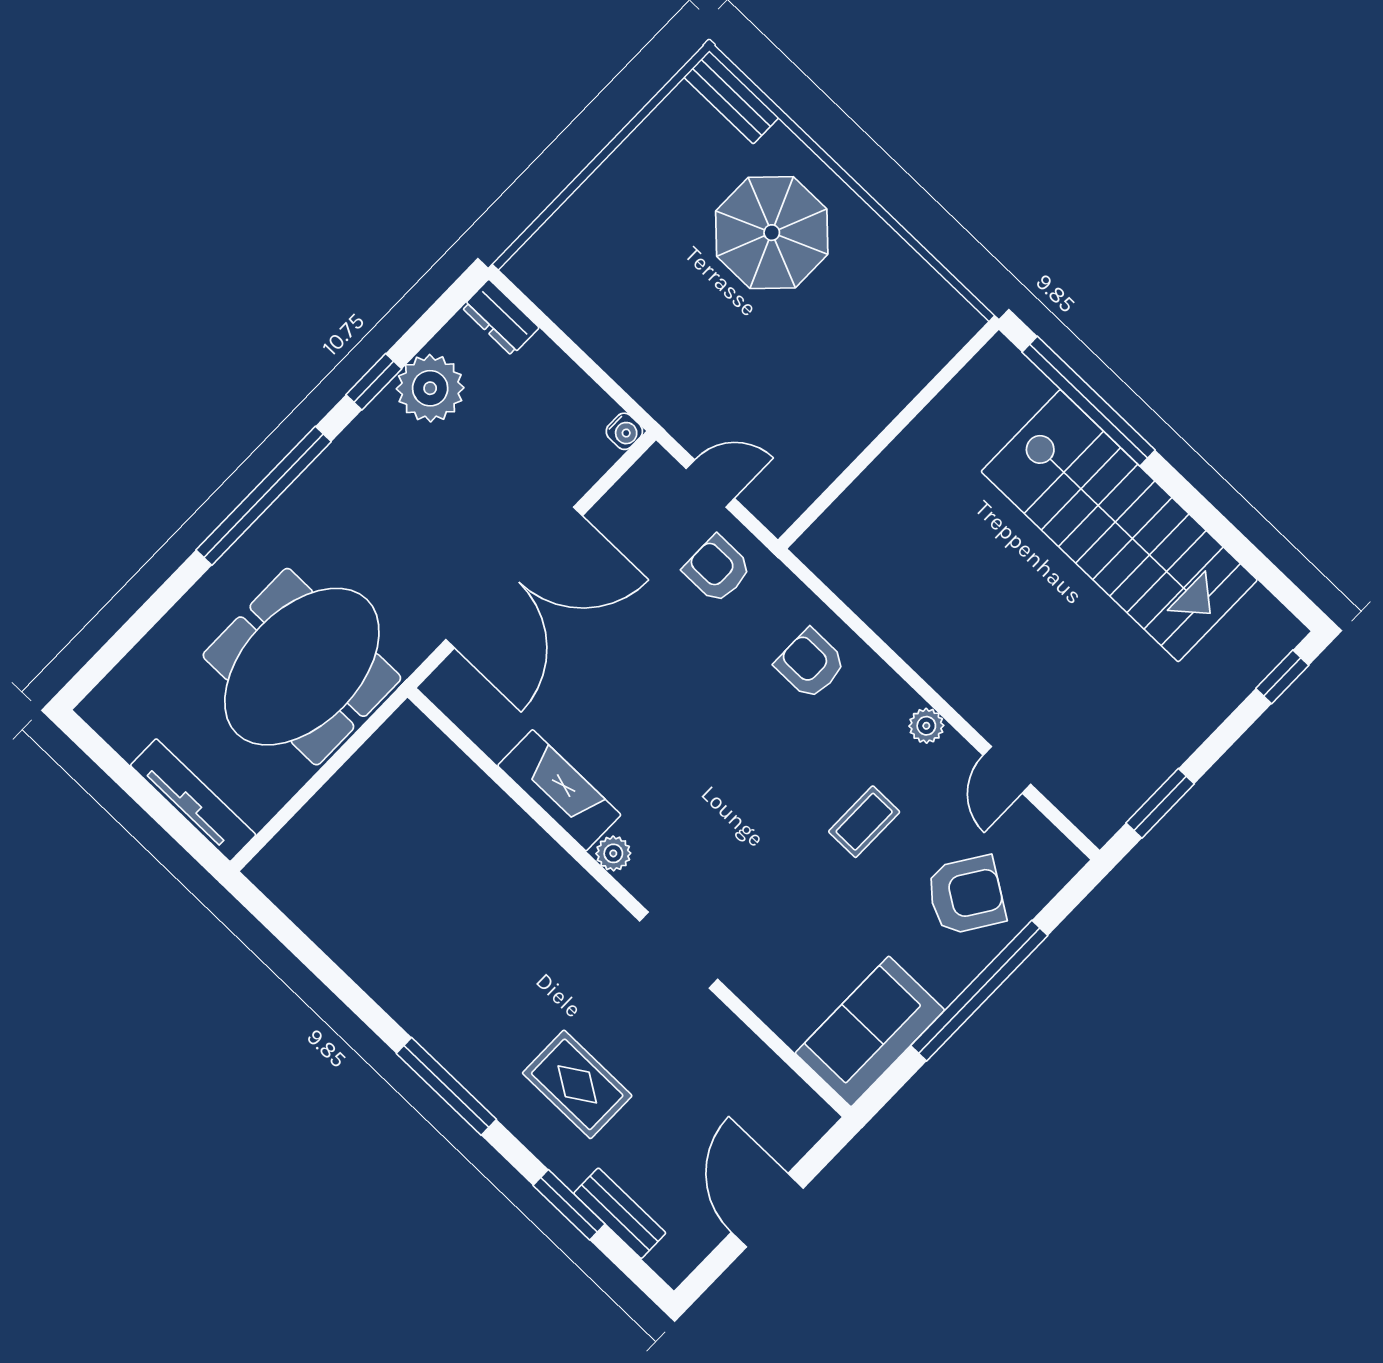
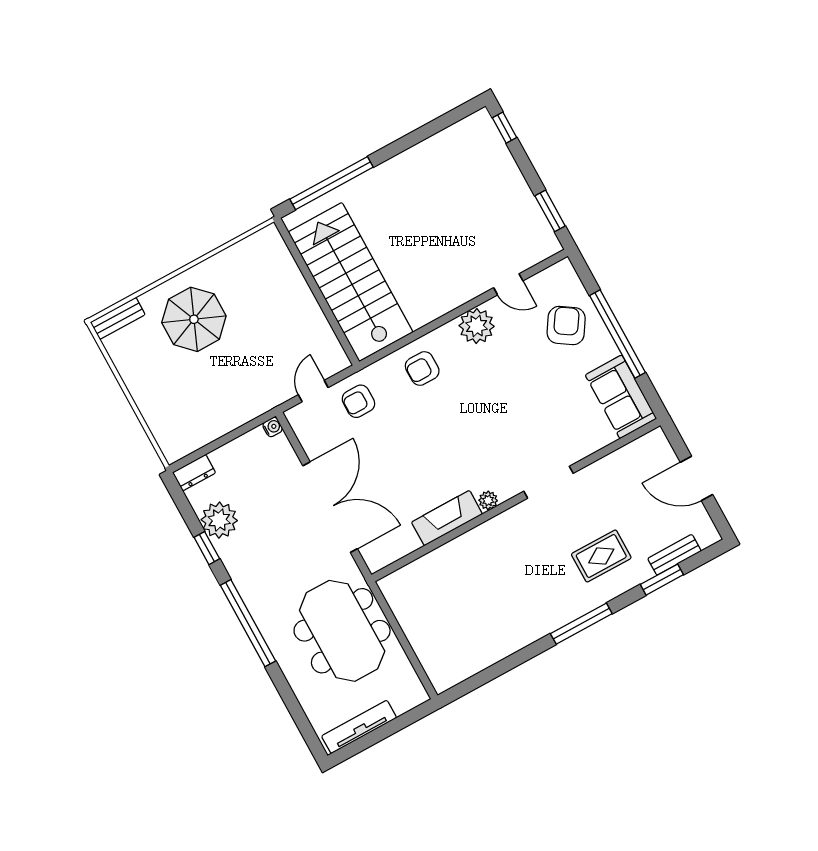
stairs: (1119, 526) -> (351, 282), moved, turned -90
plant: (926, 726) -> (477, 326), width x1.88, depth x1.88
tv unit: (193, 800) -> (359, 727), moved
coffee table: (864, 822) -> (512, 366), removed

